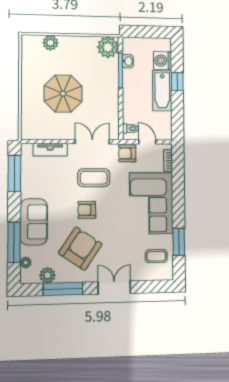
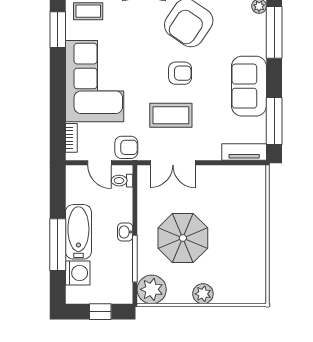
window: (146, 32) -> (100, 312), added
plant: (50, 43) -> (203, 294), moved
washbasin: (128, 61) -> (125, 232), moved
window: (177, 82) -> (58, 245), width x2.17
parasol: (63, 94) -> (183, 238), moved
tv unit: (50, 150) -> (244, 152), moved
sofa: (34, 222) -> (249, 86), moved

